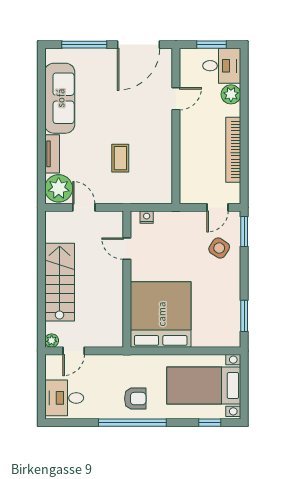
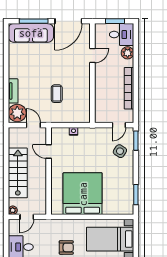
sofa: (60, 98) -> (31, 33), moved, turned 90
door: (127, 249) -> (49, 152), moved
wall: (127, 279) -> (49, 171), moved

